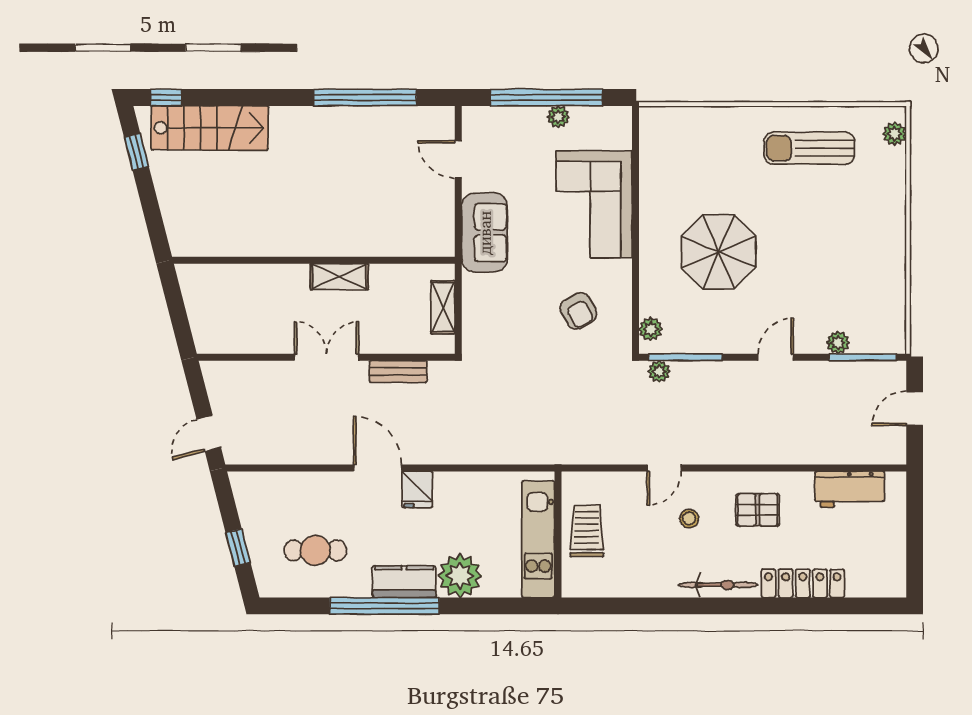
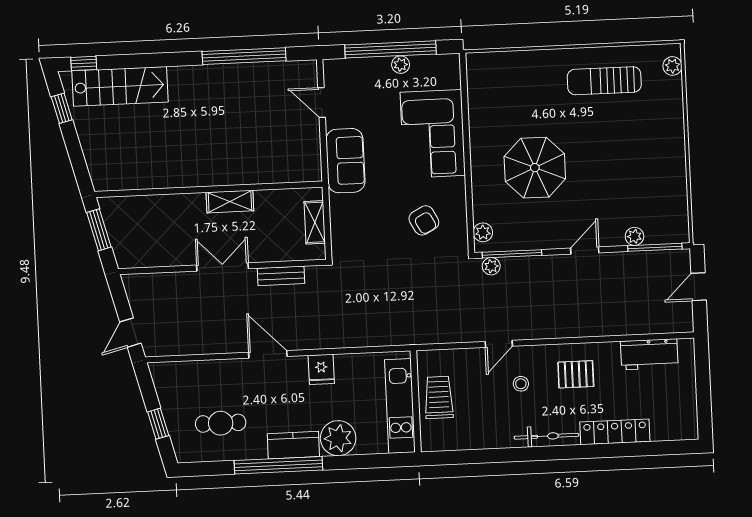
window: (176, 304) -> (99, 230), added
fridge: (417, 490) -> (321, 369), moved

